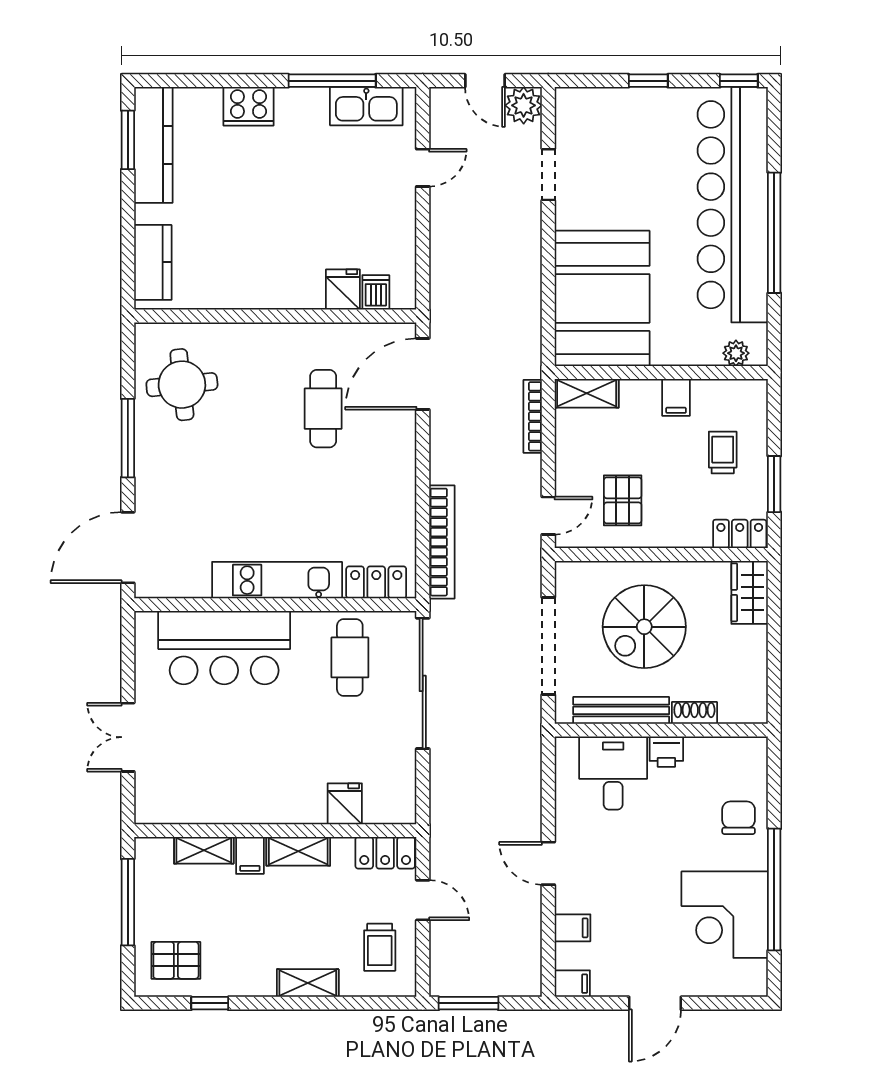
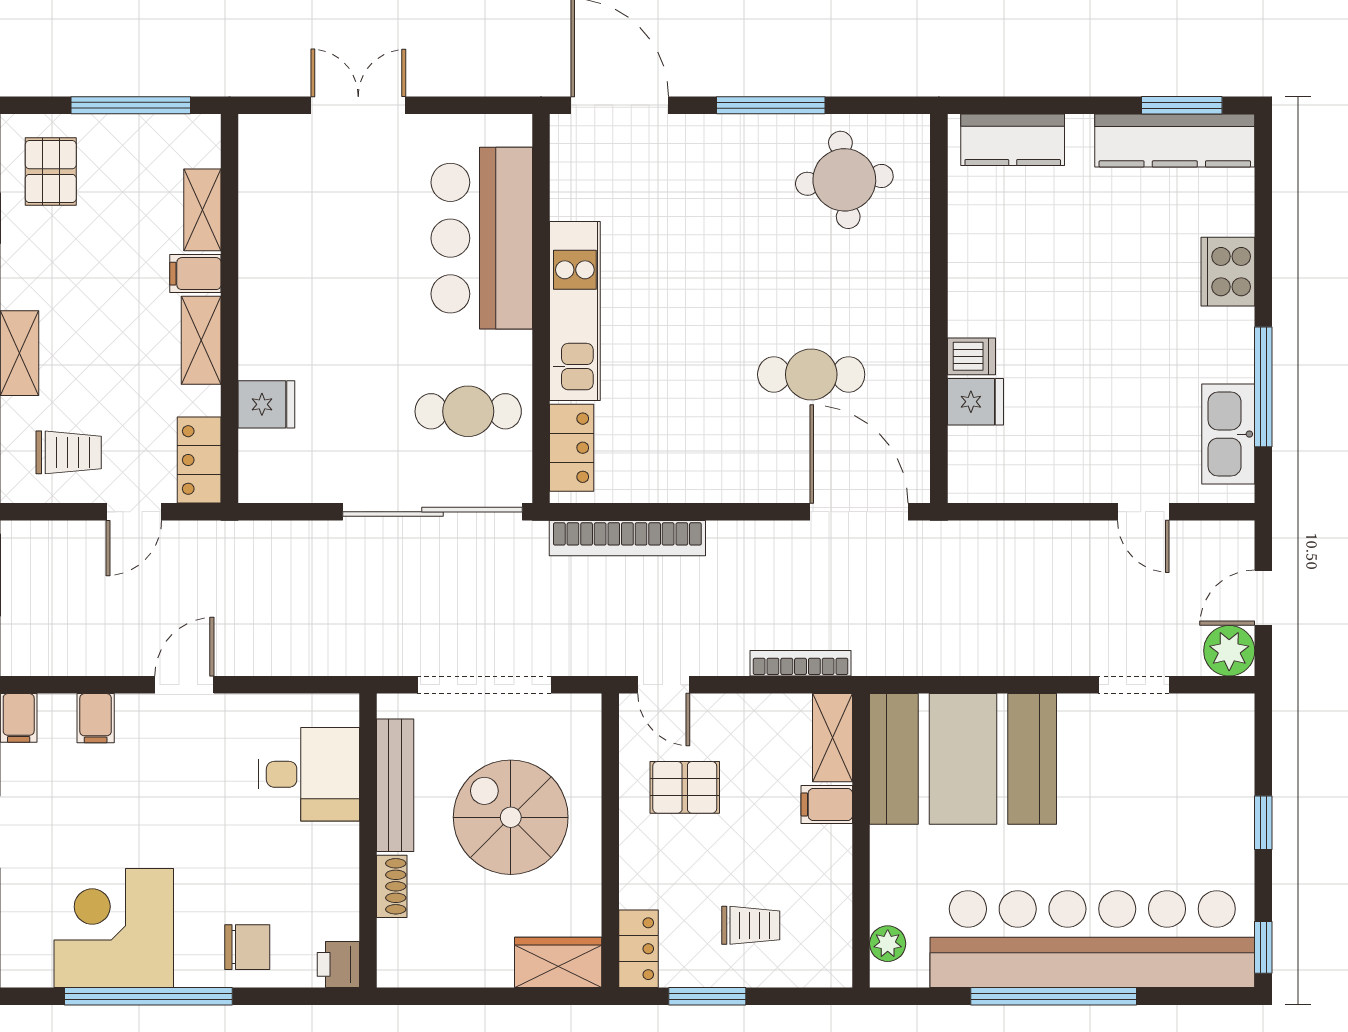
dishwasher: (376, 292) -> (971, 356), moved
filing cabinet: (676, 397) -> (827, 804), moved
printer: (666, 752) -> (338, 964), moved
trolley: (380, 947) -> (69, 452), turned 180

